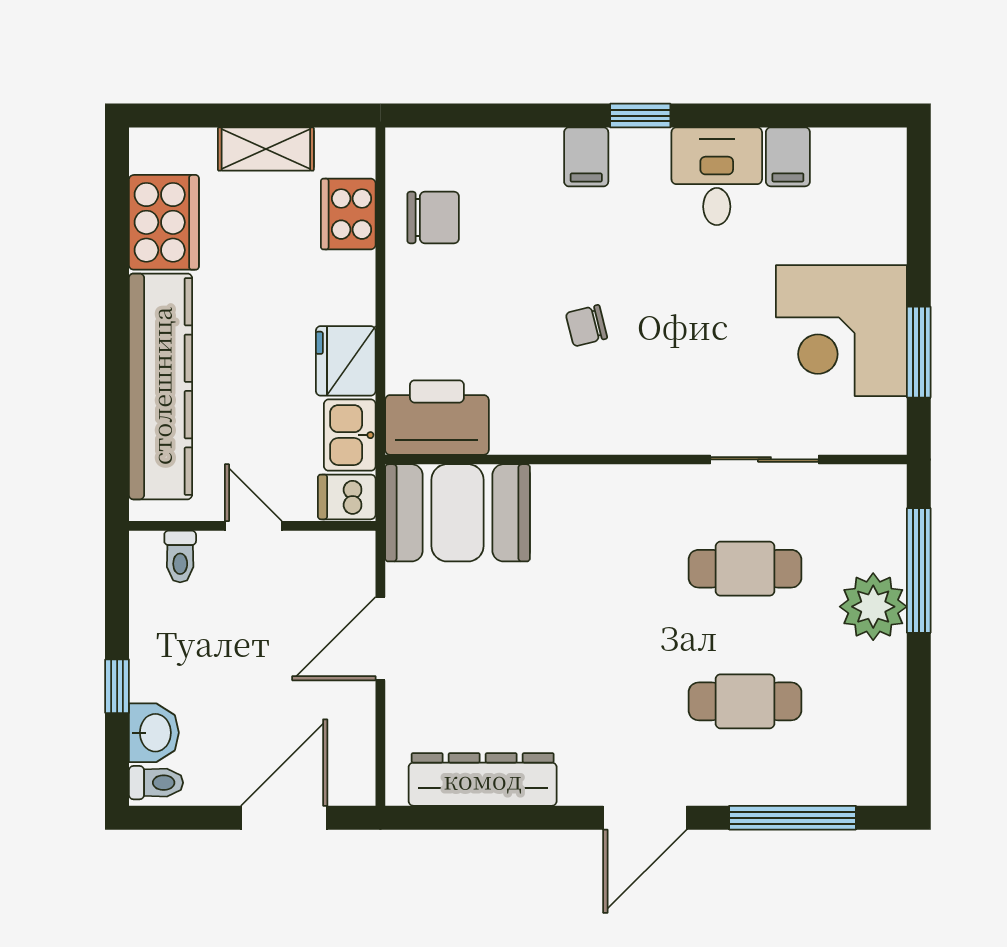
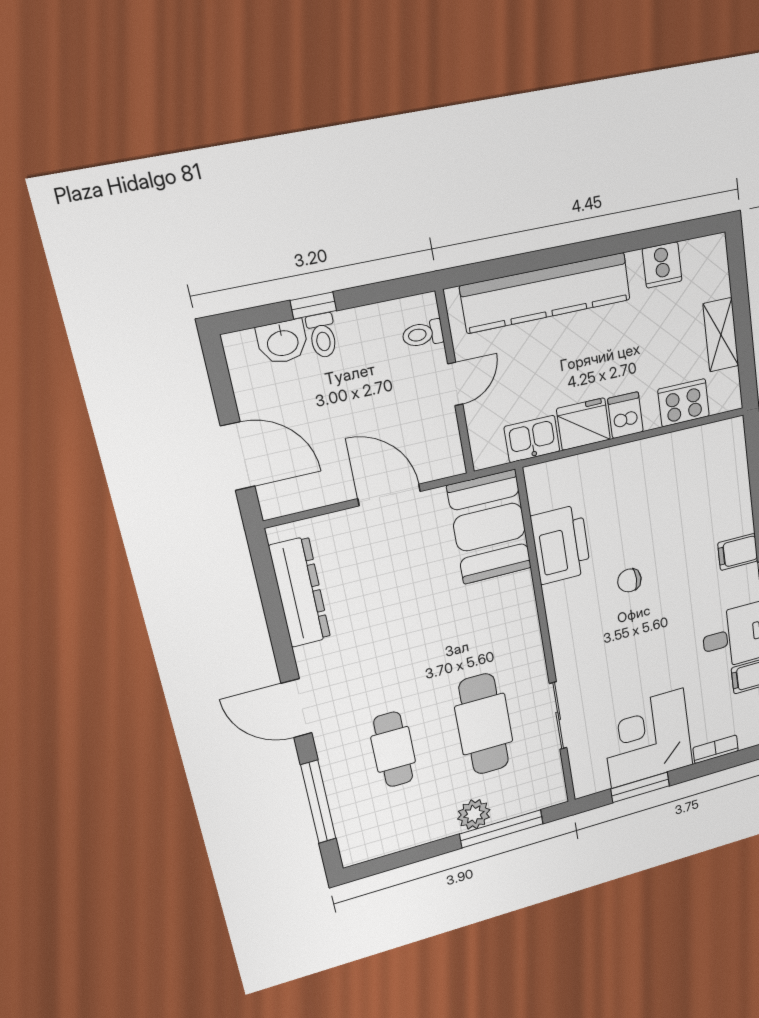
chair: (433, 218) -> (688, 462), removed
cooker: (164, 222) -> (662, 265), width x0.53, depth x0.76
bookcase: (893, 225) -> (716, 749), added
chair: (586, 326) -> (629, 580), turned -76
printer: (437, 418) -> (561, 545), moved
dishwasher: (347, 497) -> (625, 415), moved
cafe table: (745, 569) -> (484, 724), width x1.37, depth x1.35
plant: (873, 607) -> (474, 814), width x0.73, depth x0.73
toilet: (156, 783) -> (322, 336), moved

